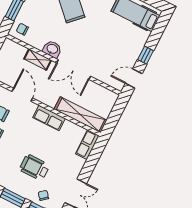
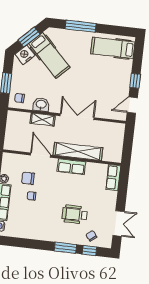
washbasin: (52, 49) -> (41, 105), moved
double door: (74, 70) -> (77, 117), swing flipped
shelving: (81, 115) -> (78, 151), moved

